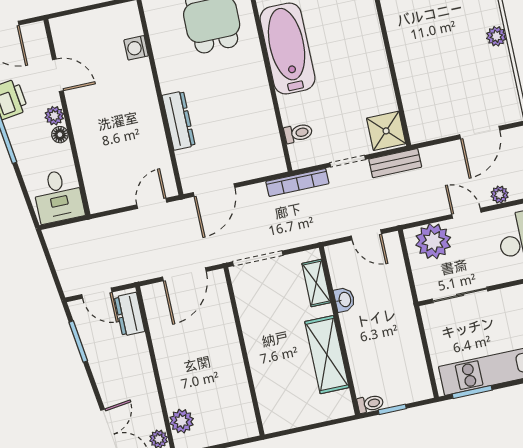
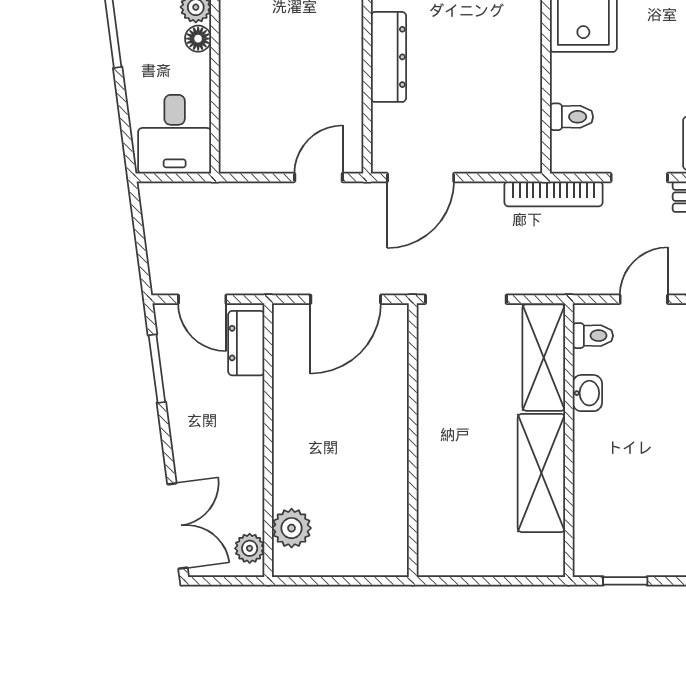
door: (366, 235) -> (644, 299), swing flipped
shelving: (316, 283) -> (544, 358), width x1.50, depth x1.33
toilet: (370, 404) -> (593, 336), moved

